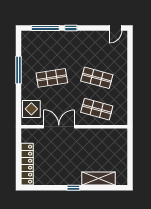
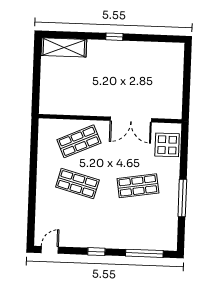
window: (71, 28) -> (96, 252), moved
shop shelf: (97, 109) -> (79, 141), turned -39
locker: (27, 164) -> (175, 71), removed
shelving: (99, 178) -> (64, 47), moved

